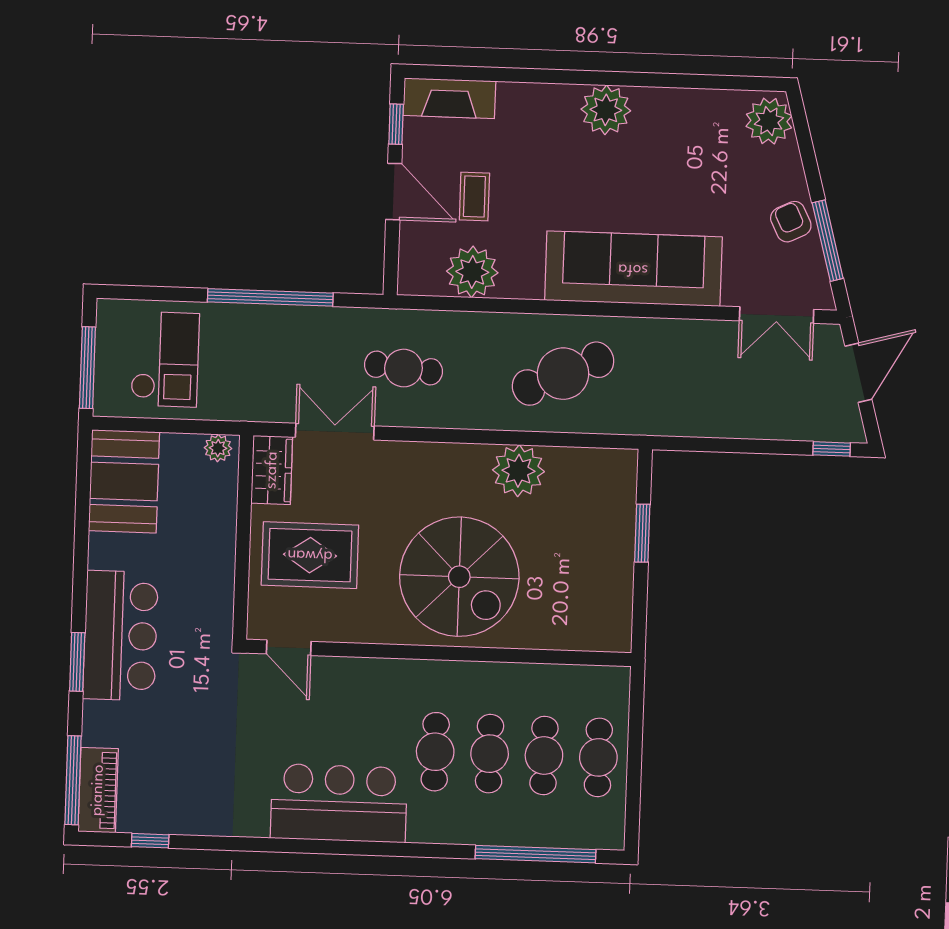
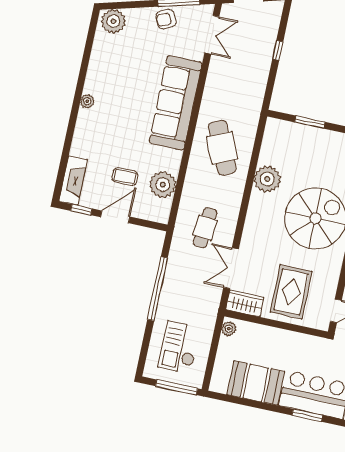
plant: (606, 110) -> (87, 101), width x0.53, depth x0.53
checkout: (165, 359) -> (179, 347), turned -90
window: (832, 449) -> (278, 50), moved
booth: (124, 481) -> (256, 383), moved
window: (77, 662) -> (307, 415), moved

